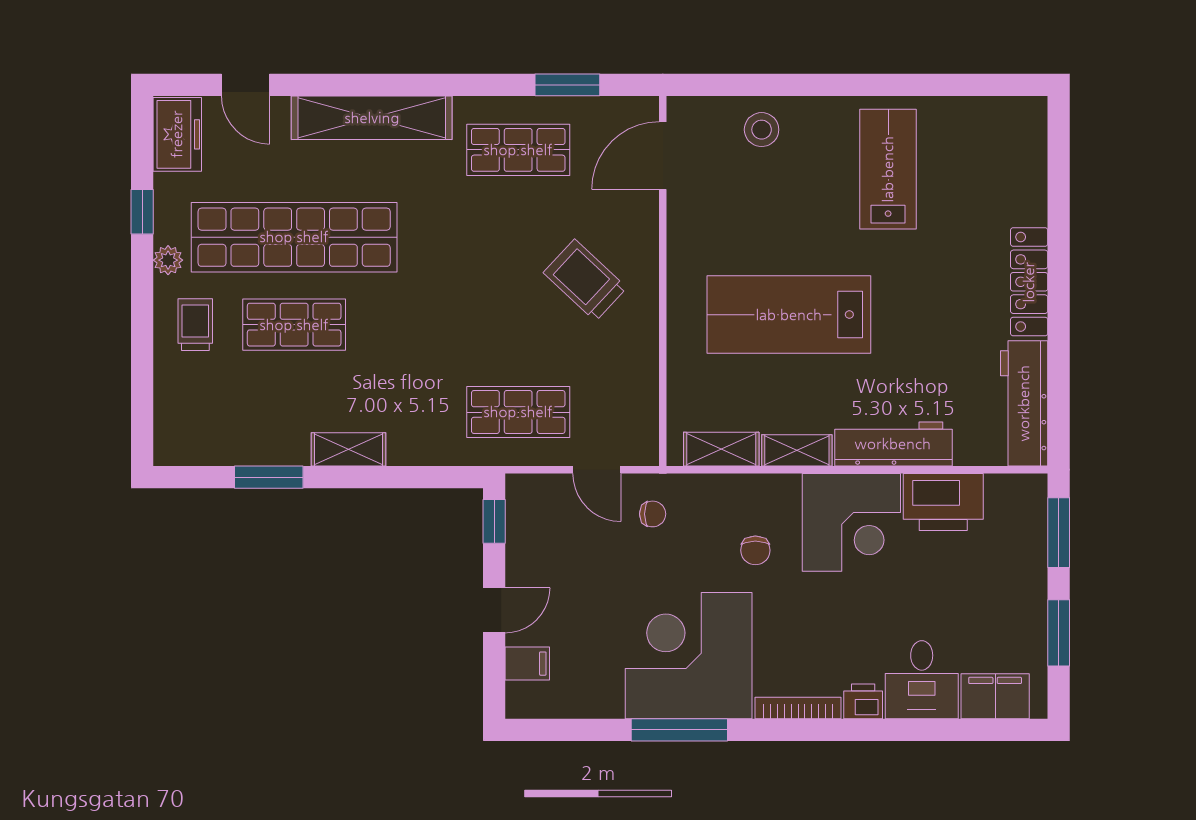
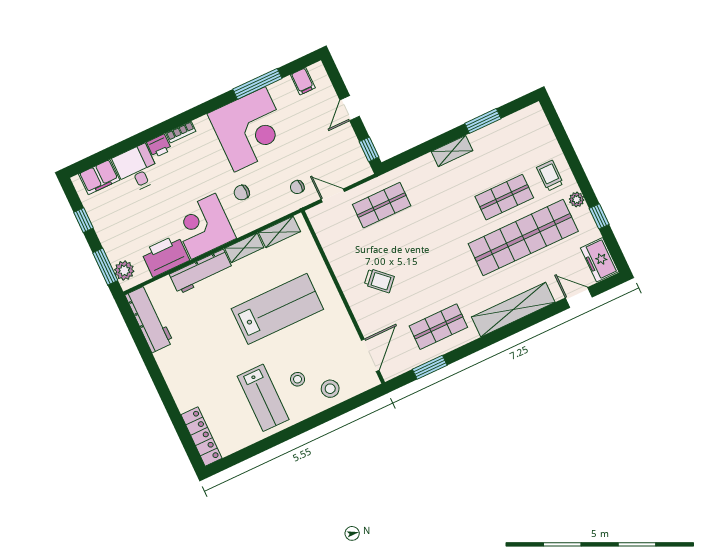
stool: (812, 173) -> (298, 379), added
trolley: (585, 280) -> (379, 281), width x0.73, depth x0.72
locker: (1029, 282) -> (201, 436), moved
trolley: (195, 325) -> (550, 176), turned 180
plant: (1028, 510) -> (124, 270), added
chair: (755, 550) -> (242, 193), turned -90
window: (1059, 633) -> (83, 220), width x0.67
filing cabinet: (527, 664) -> (303, 81), moved, turned -90
bookcase: (798, 708) -> (181, 132), width x0.64
window: (679, 730) -> (257, 84), moved

